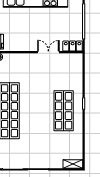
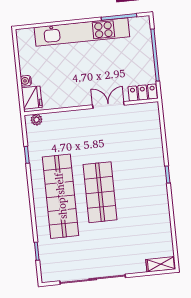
shop shelf: (64, 111) -> (100, 192), moved

